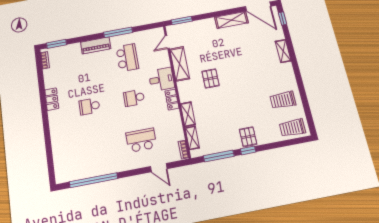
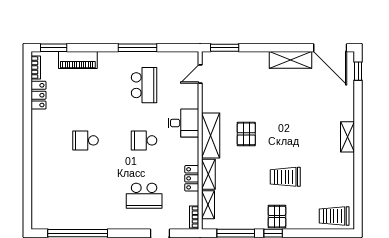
piano: (96, 45) -> (78, 60), moved
shelving: (283, 51) -> (347, 137), moved
shelving: (180, 64) -> (211, 135), moved
locker: (52, 99) -> (38, 95), moved
locker: (172, 100) -> (192, 178), moved
trolley: (283, 100) -> (285, 177), moved
school desk: (141, 140) -> (144, 196), turned 180

